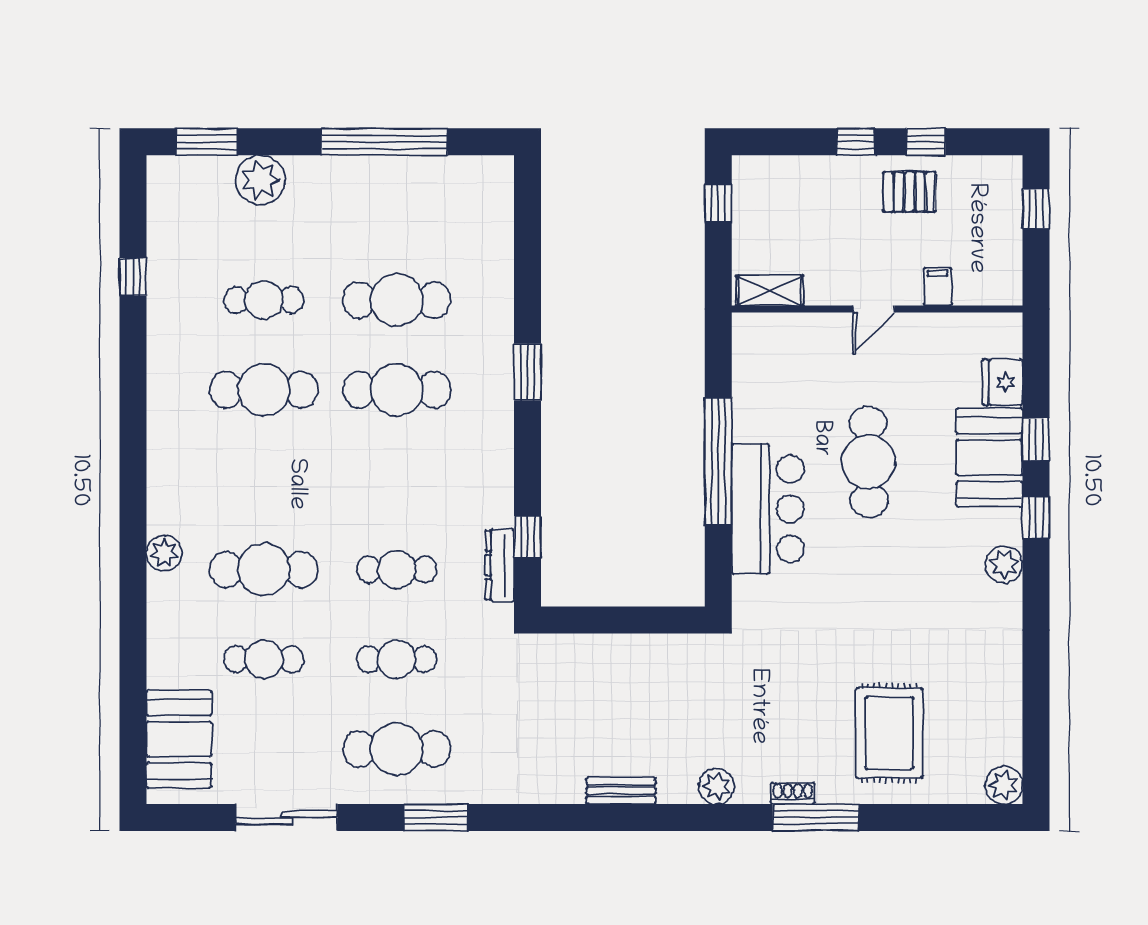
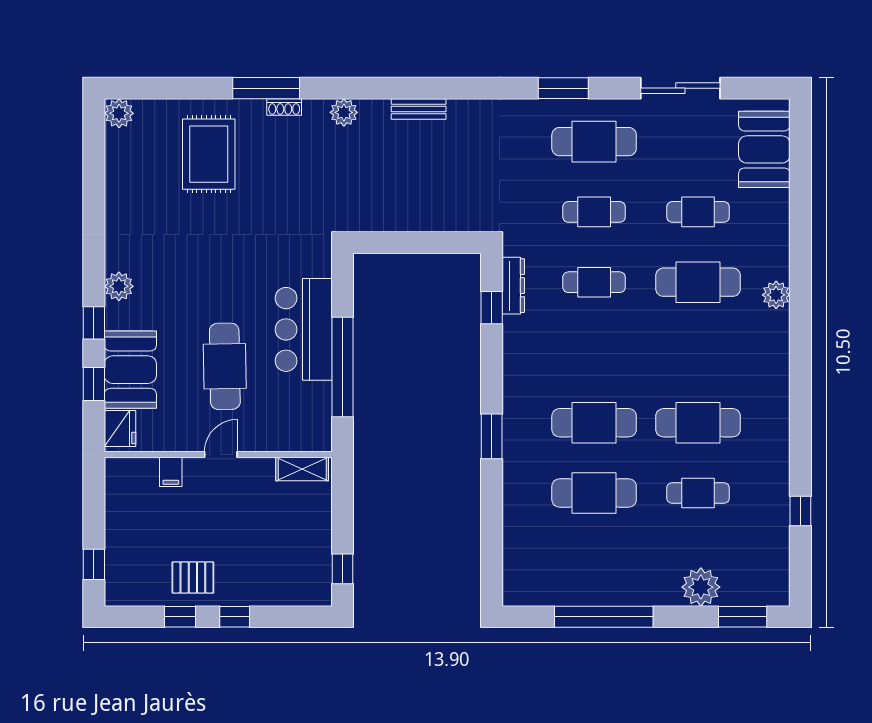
filing cabinet: (938, 287) -> (171, 472), moved
shelving: (770, 291) -> (302, 469), moved
door: (874, 309) -> (221, 455), moved
wall: (877, 309) -> (218, 455), moved

